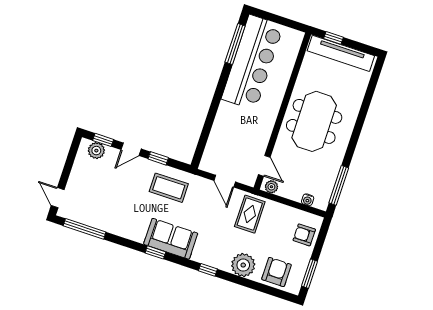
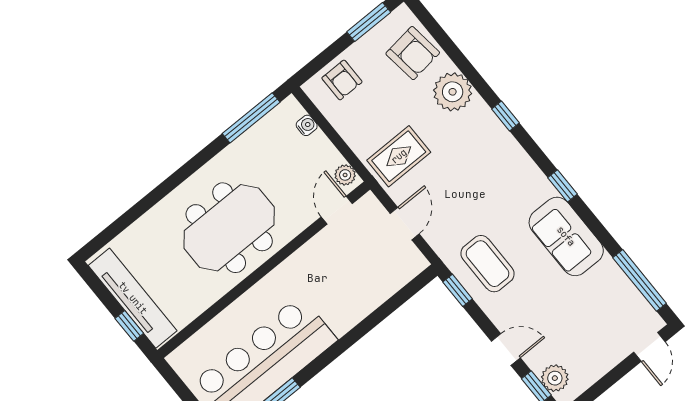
window: (158, 158) -> (458, 290), moved
sofa: (171, 239) -> (566, 236), moved
armchair: (276, 272) -> (413, 53), turned -97

